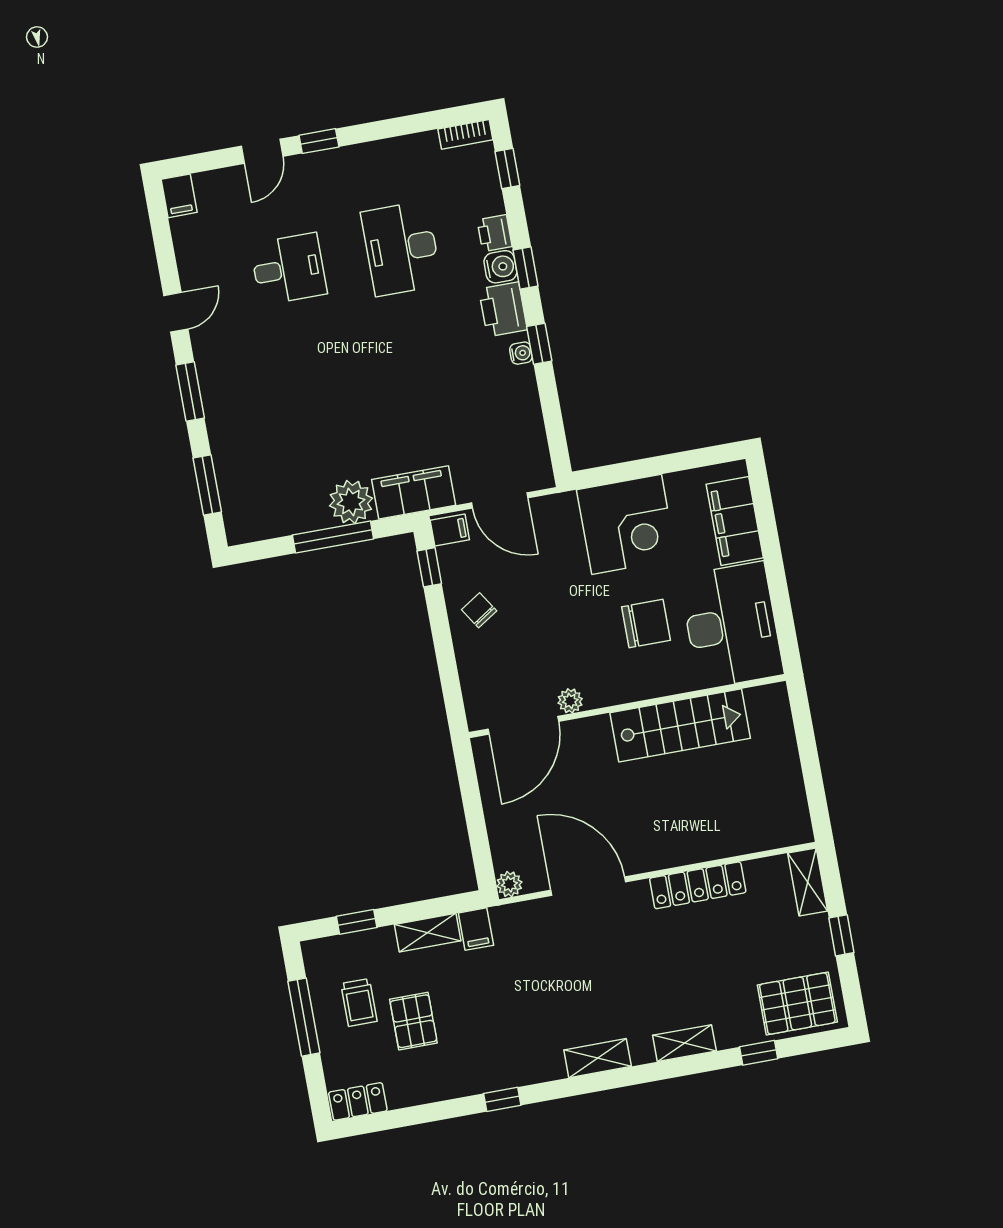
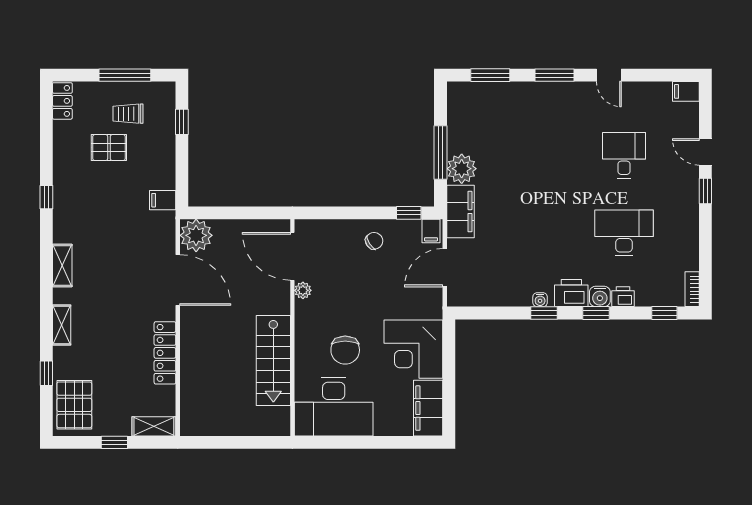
desk: (289, 269) -> (624, 155), turned 180
filing cabinet: (735, 521) -> (428, 408), moved, turned -90
plant: (509, 884) -> (196, 235), width x1.87, depth x1.87
door: (588, 886) -> (178, 280), hinge flipped
shelving: (428, 933) -> (166, 168), removed

